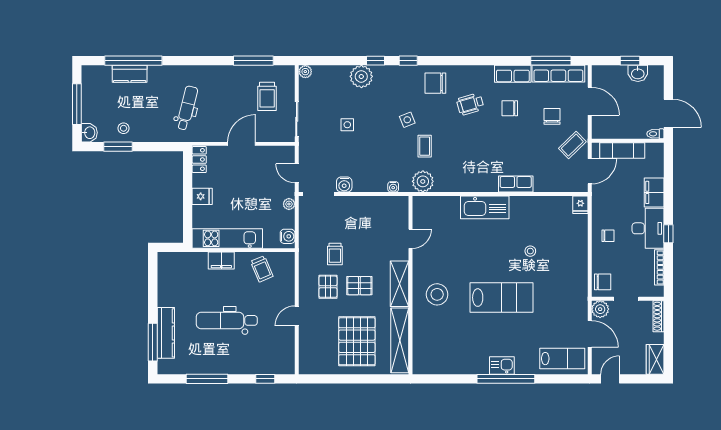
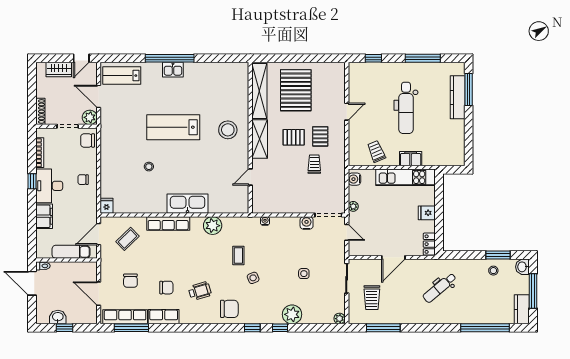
kitchen counter: (130, 74) -> (522, 309), moved, turned -90
trolley: (267, 96) -> (372, 298), turned 180
dental chair: (187, 108) -> (440, 288), turned 36
coffee table: (572, 145) -> (128, 239), moved
plant: (423, 181) -> (213, 226), moved
row of seats: (516, 184) -> (168, 223), width x1.48
dental chair: (227, 320) -> (406, 108), turned 90
wardrobe: (655, 359) -> (59, 70), moved, turned 90

